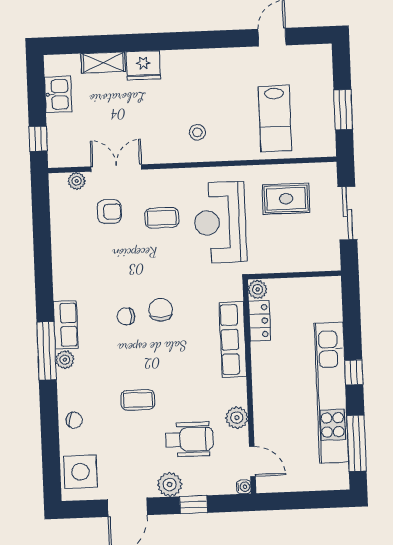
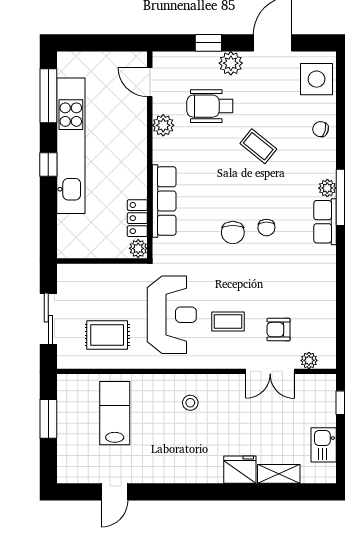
chair: (126, 316) -> (266, 228), turned 88
coffee table: (138, 400) -> (258, 146), turned 39
water cooler: (244, 487) -> (159, 58), removed

